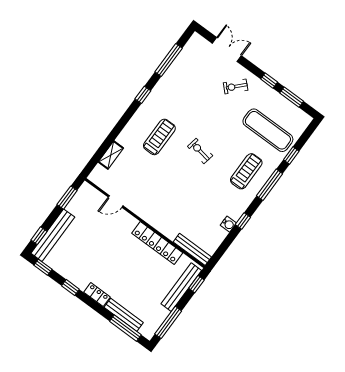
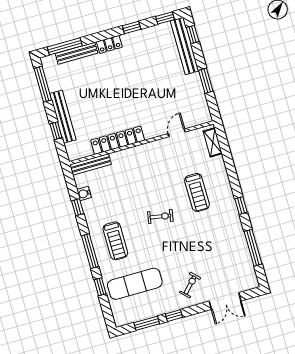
door: (116, 201) -> (177, 133), moved
wall: (145, 223) -> (141, 143), moved
locker: (157, 243) -> (118, 140), moved
bench: (192, 249) -> (91, 164), moved

